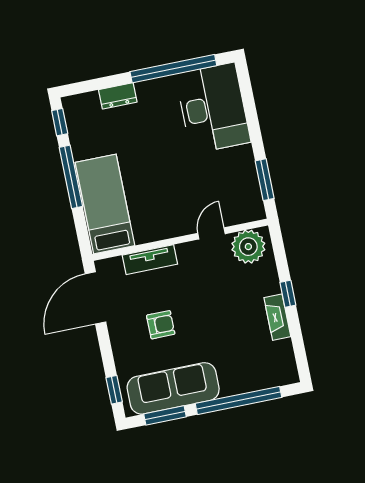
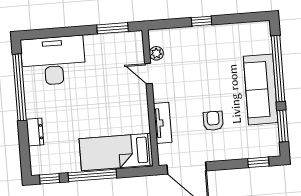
plant: (248, 247) -> (156, 53), width x0.53, depth x0.53
fireplace: (277, 317) -> (218, 31), removed
sofa: (173, 388) -> (261, 89), moved

